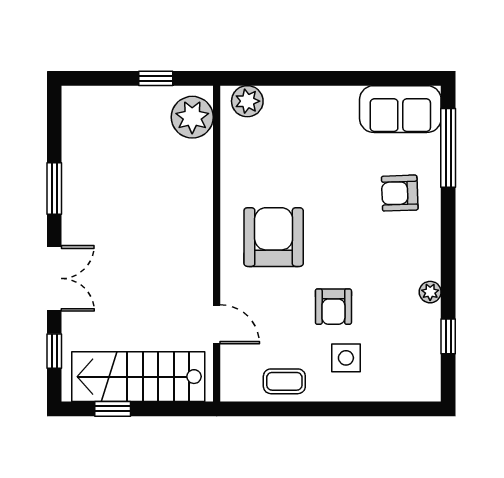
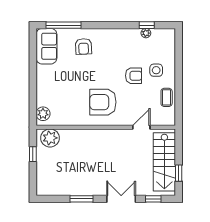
plant: (430, 292) -> (146, 33), moved

